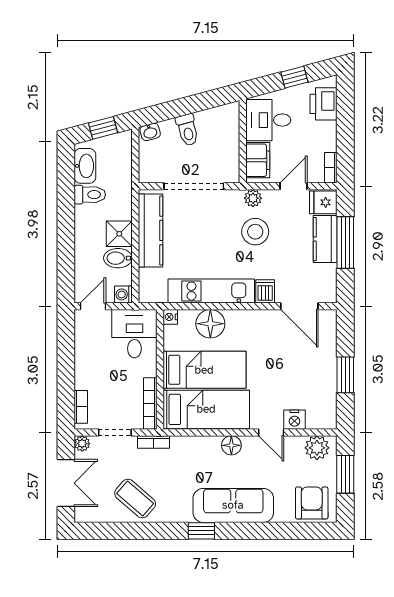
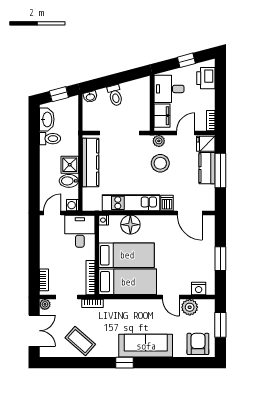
nightstand: (294, 420) -> (199, 288), moved
floor lamp: (231, 445) -> (144, 306), removed
plant: (317, 448) -> (190, 307), moved

